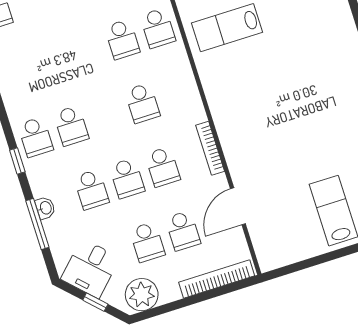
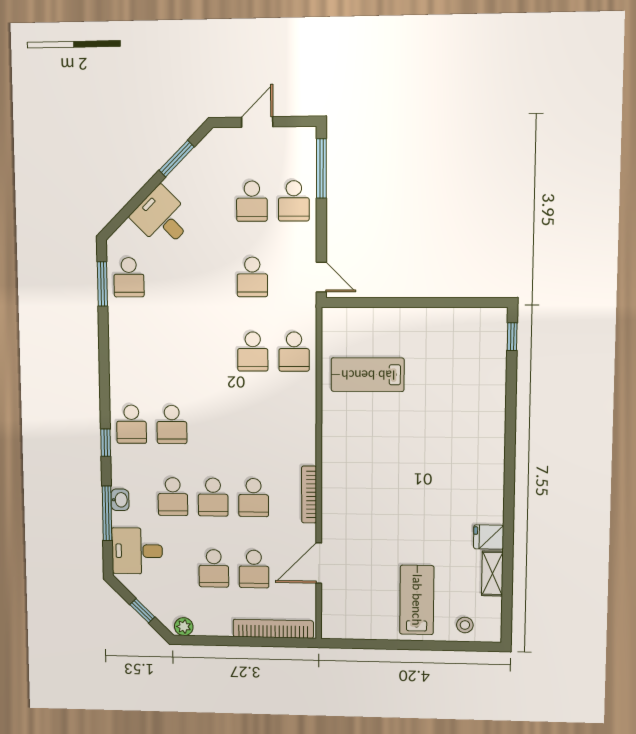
school desk: (142, 103) -> (253, 425), removed
desk: (90, 268) -> (137, 551), moved, turned 45
plant: (142, 295) -> (184, 627), width x0.53, depth x0.53

